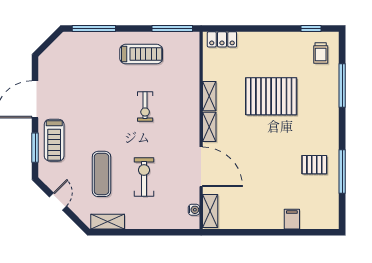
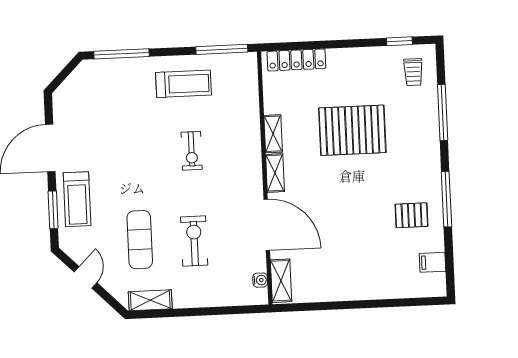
locker: (222, 39) -> (296, 60), width x1.53
window: (342, 171) -> (446, 199), moved
filing cabinet: (292, 219) -> (433, 262), moved, turned -90

